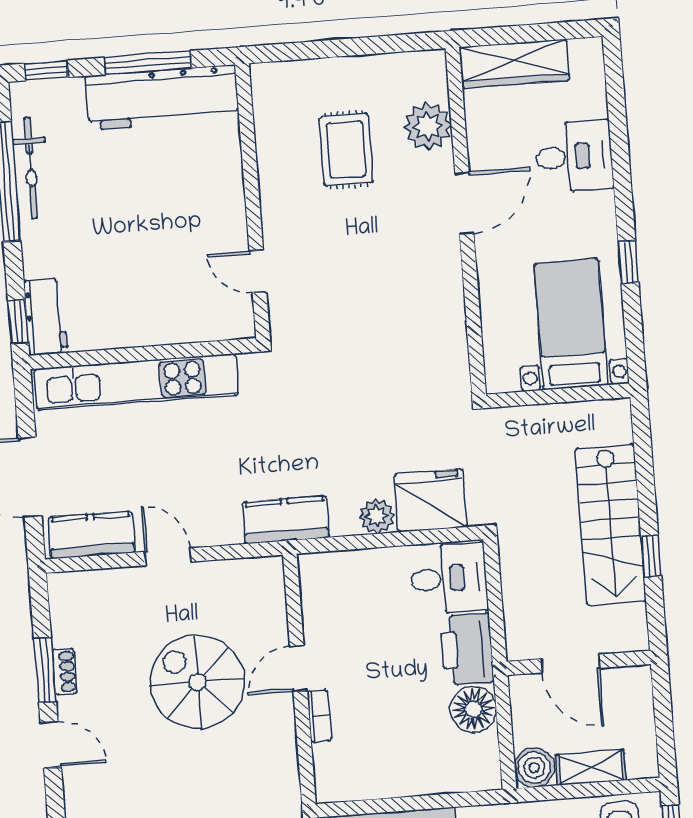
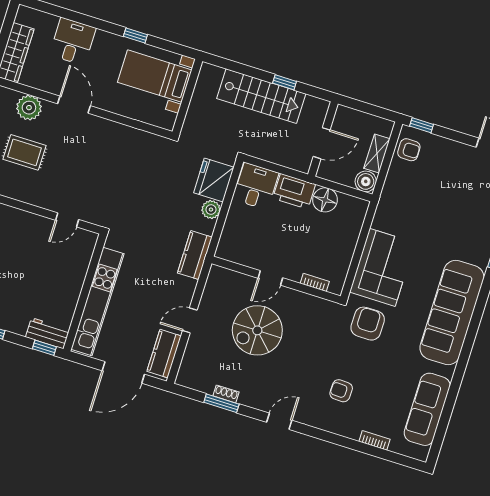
door: (298, 668) -> (270, 278), hinge flipped
bookcase: (319, 716) -> (315, 282), moved
door: (51, 745) -> (279, 421), moved

